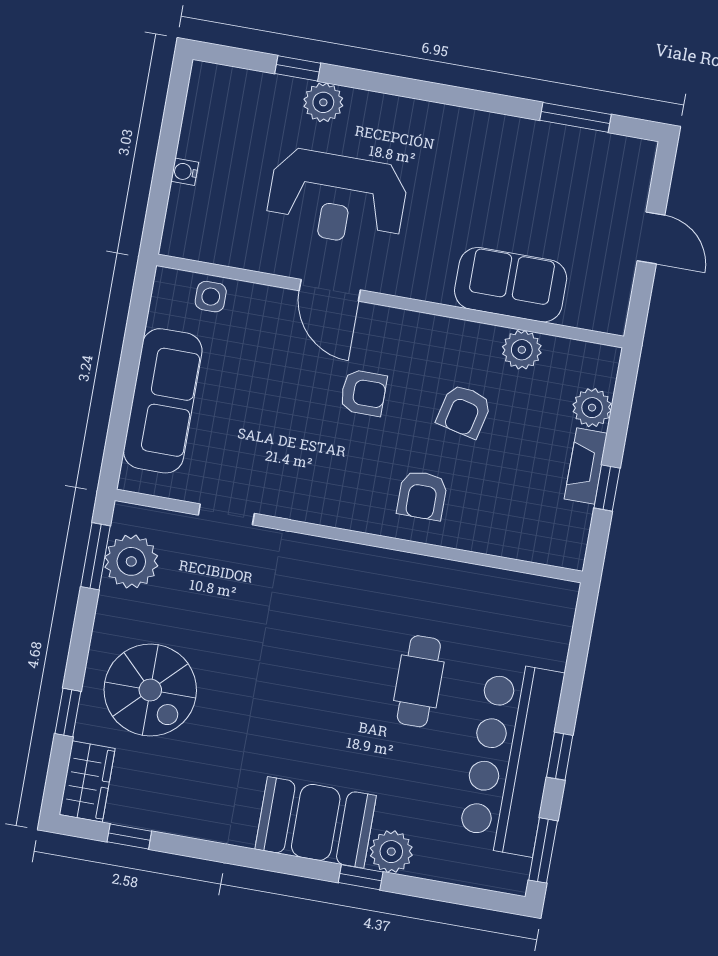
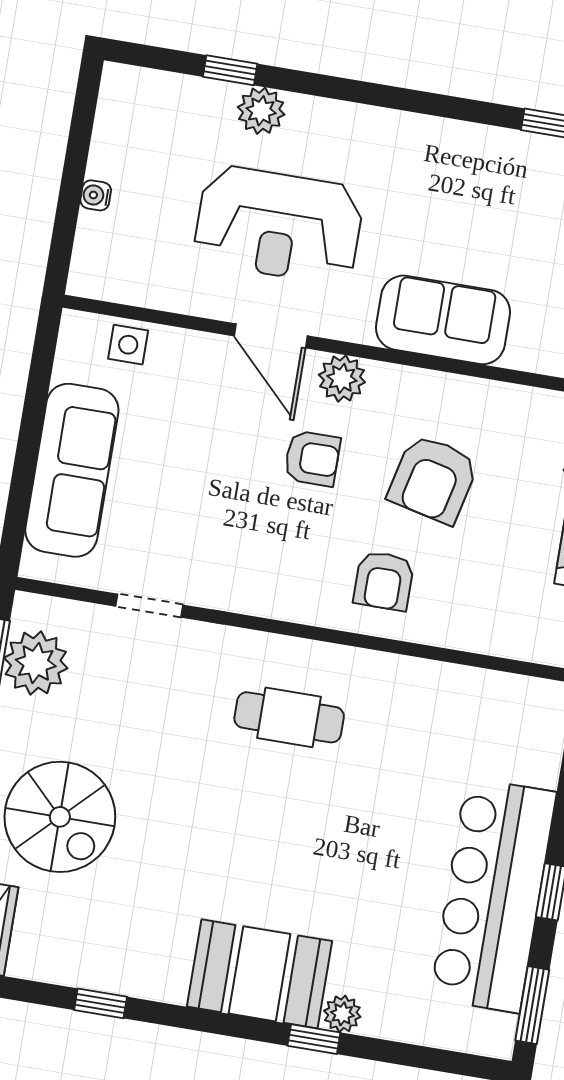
sofa: (511, 285) -> (443, 320), moved
plant: (522, 350) -> (342, 378), moved
armchair: (464, 411) -> (433, 479), width x1.38, depth x1.38
cafe table: (419, 681) -> (289, 717), moved, turned 90
window: (129, 836) -> (101, 1003), moved
plant: (391, 852) -> (342, 1014), width x0.73, depth x0.73

